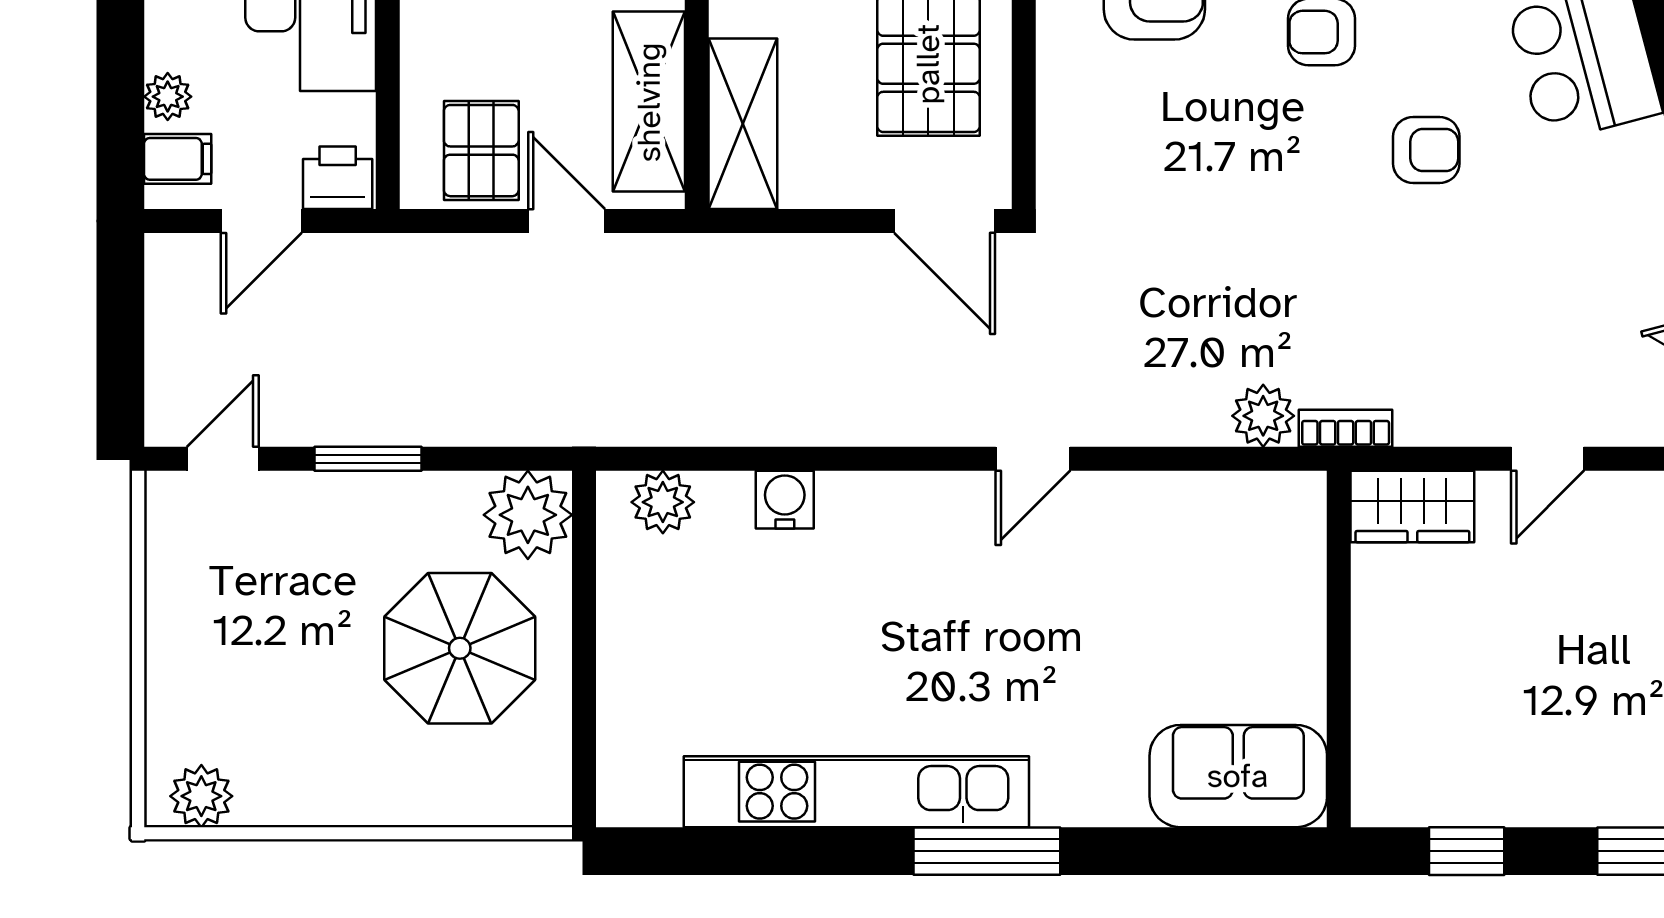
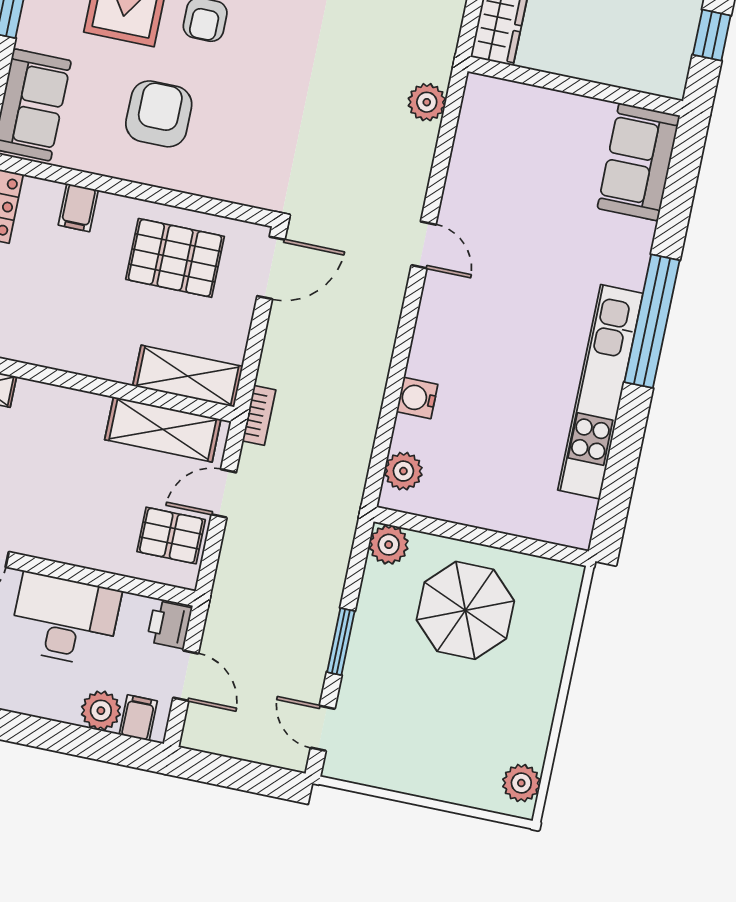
plant: (168, 97) -> (101, 711), width x1.38, depth x1.38
bookcase: (1346, 428) -> (259, 415), moved, turned 180
plant: (528, 515) -> (389, 545), width x0.73, depth x0.73
window: (987, 851) -> (652, 321), width x1.46

